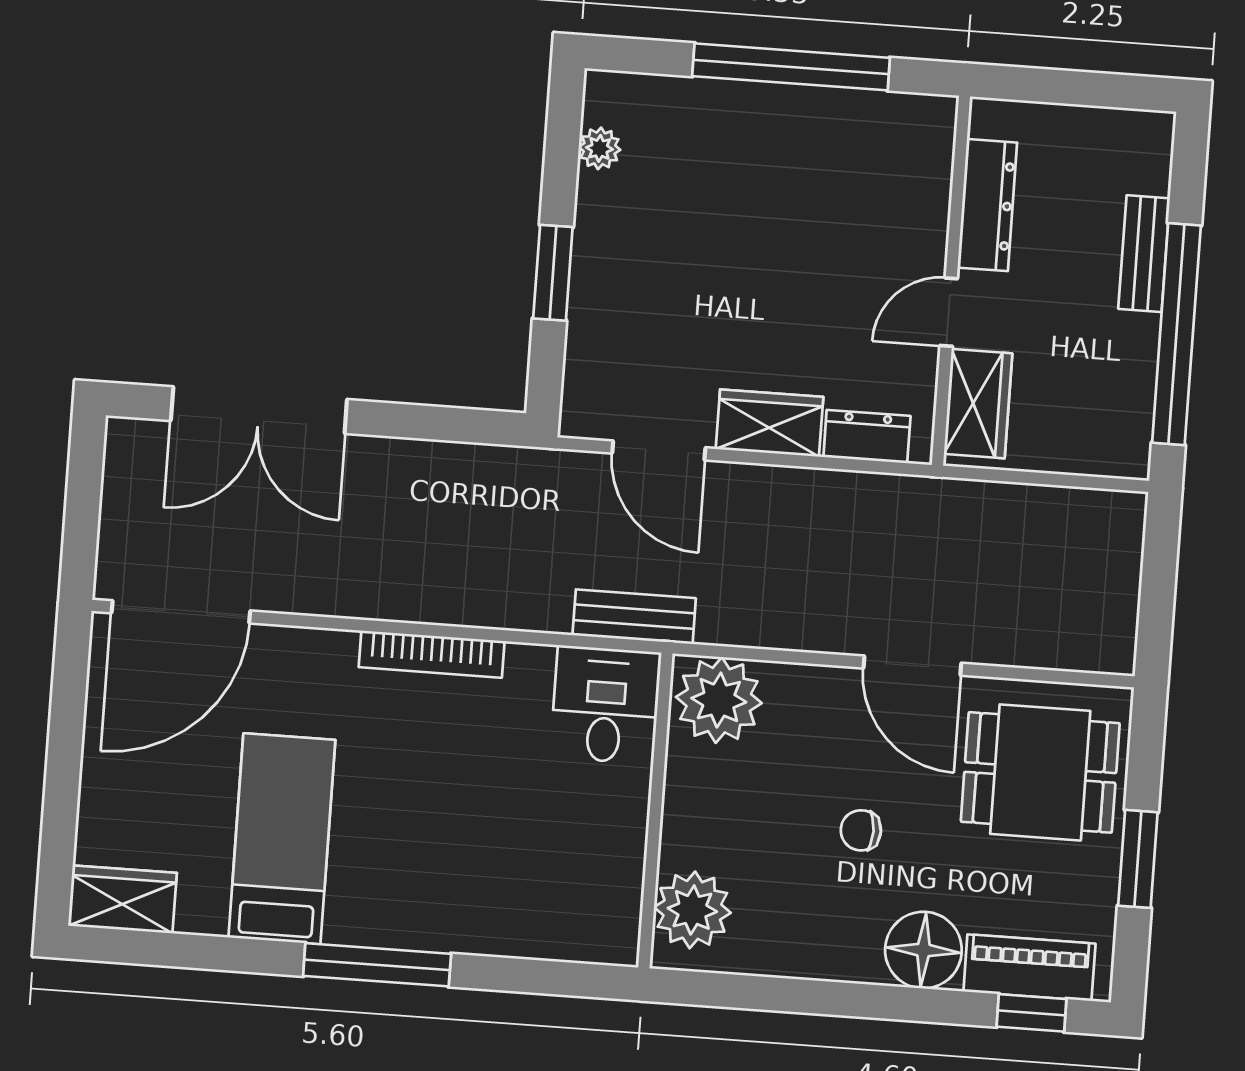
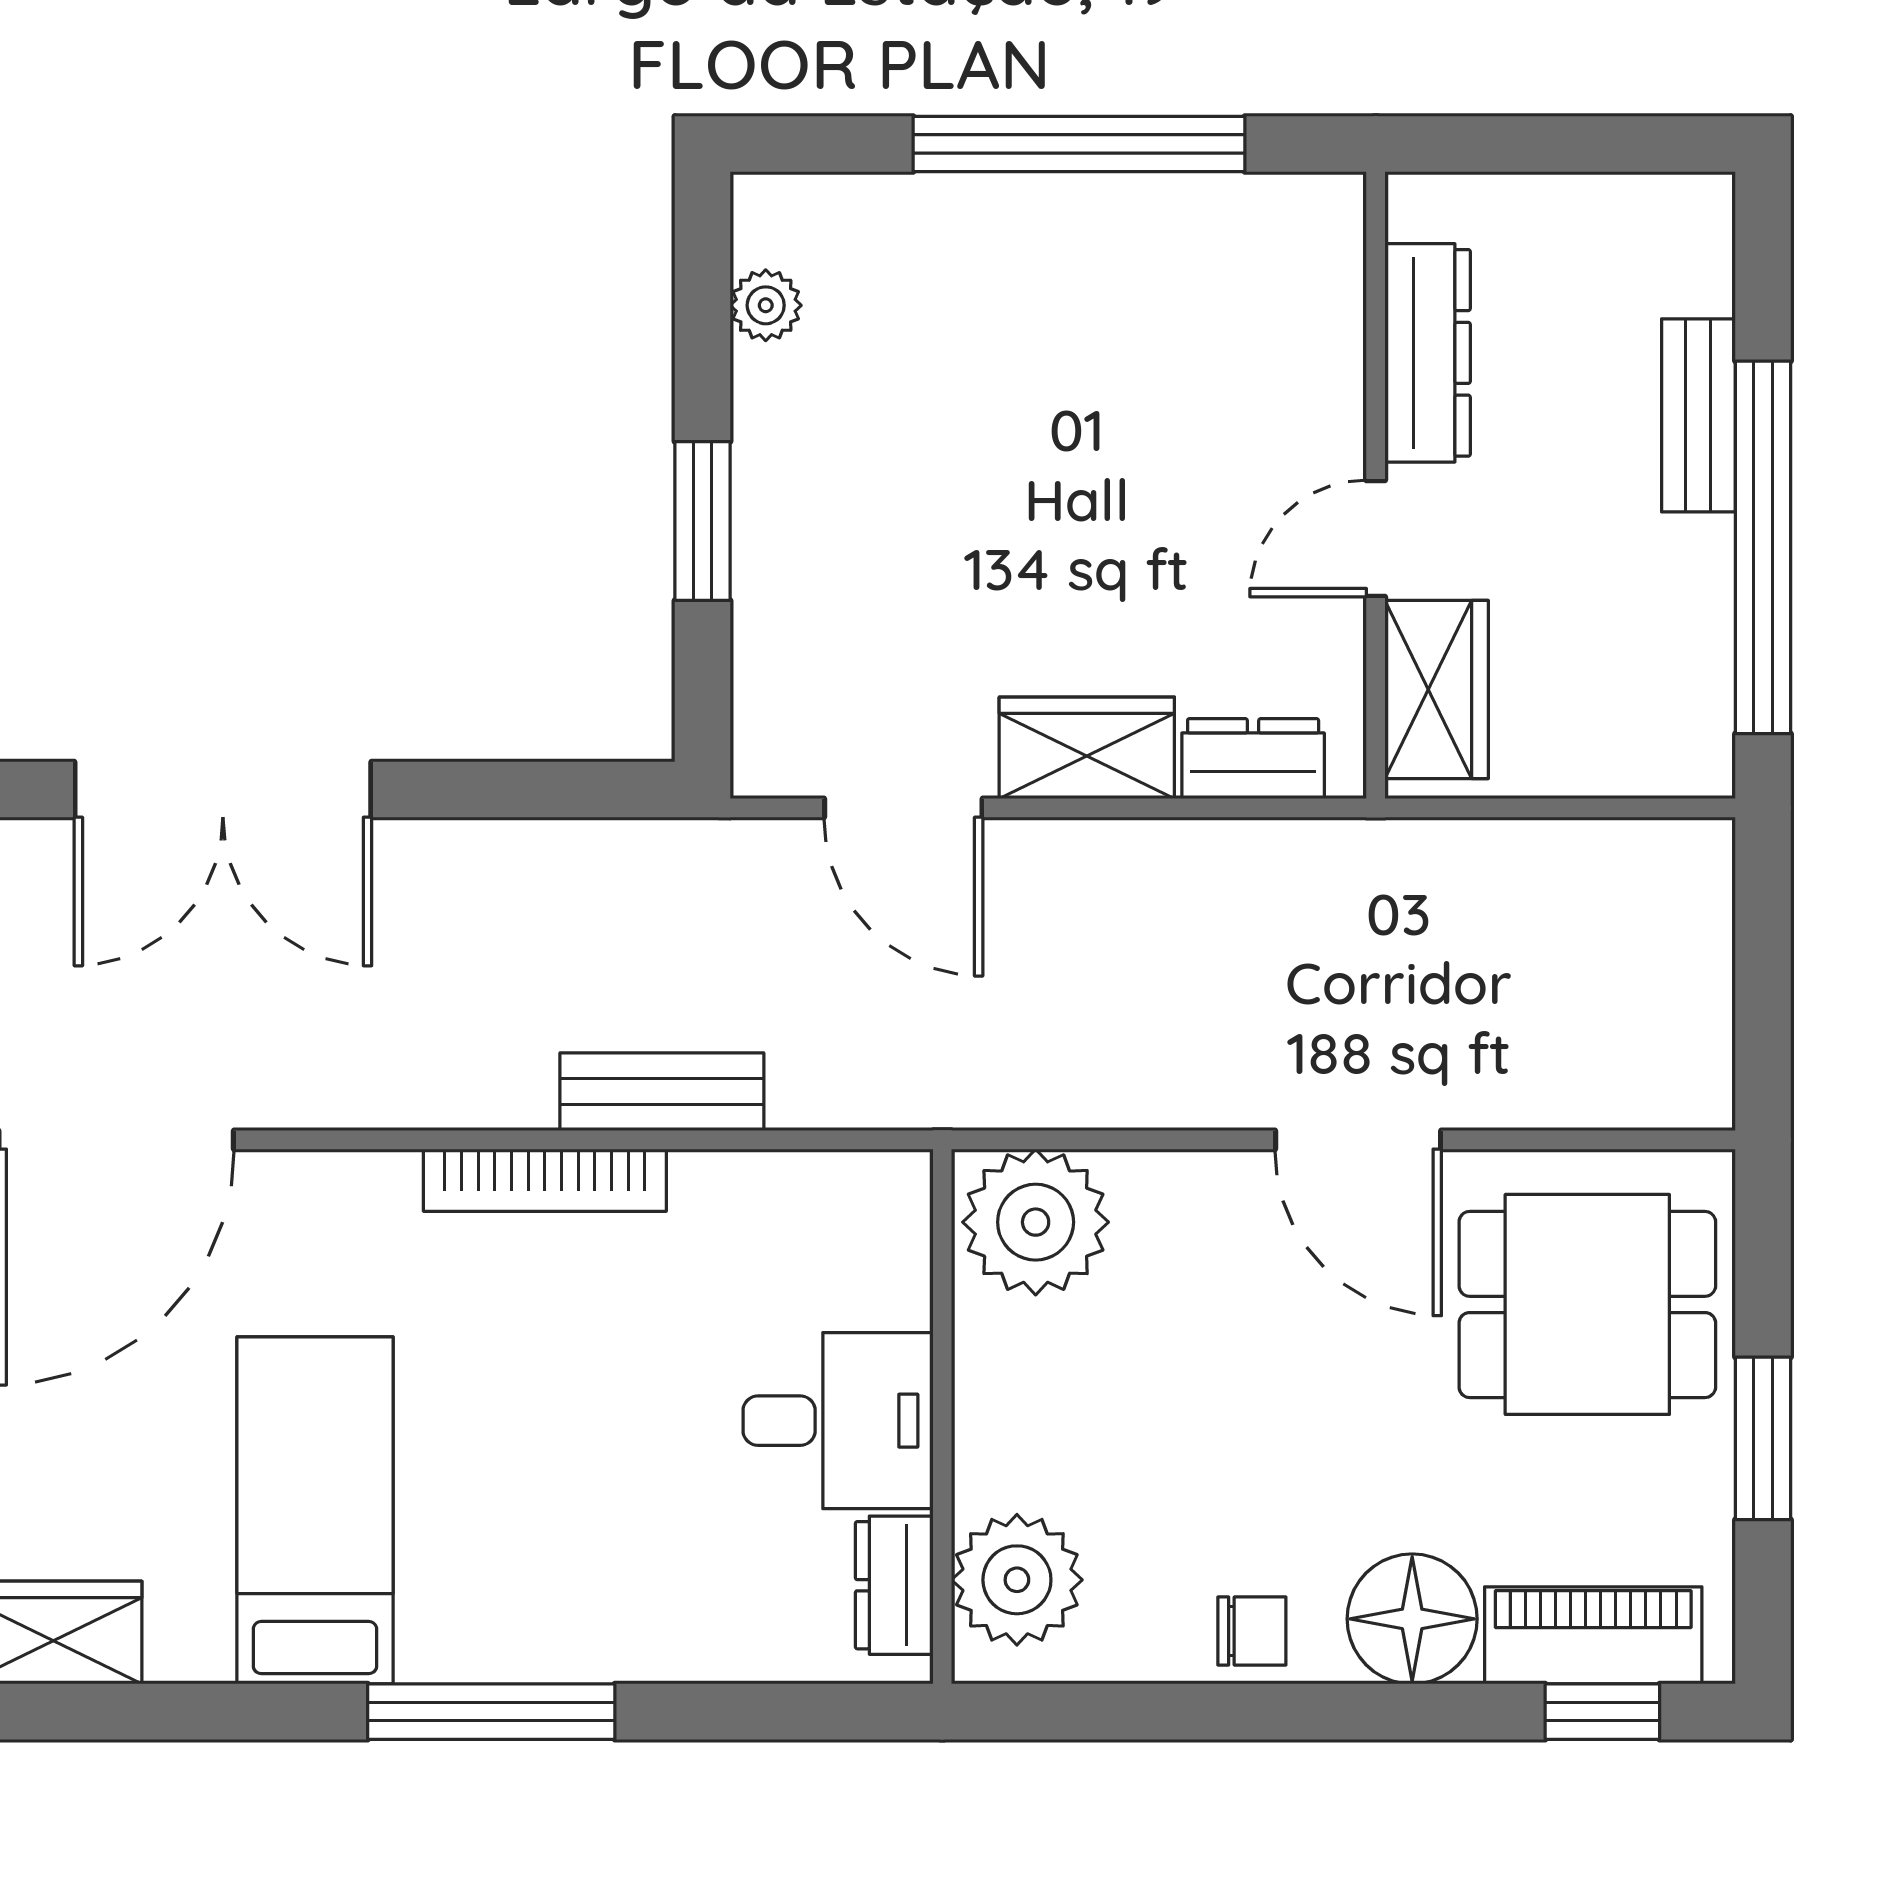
bench: (634, 617) -> (662, 1092), moved
desk: (606, 705) -> (838, 1421), moved, turned 90
chair: (861, 830) -> (1252, 1631), moved, turned 180
dresser: (620, 908) -> (894, 1585), added

